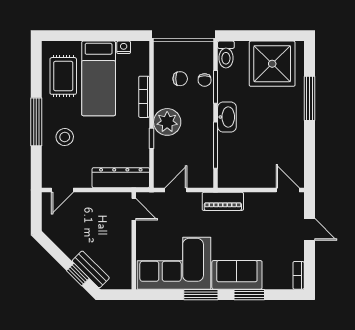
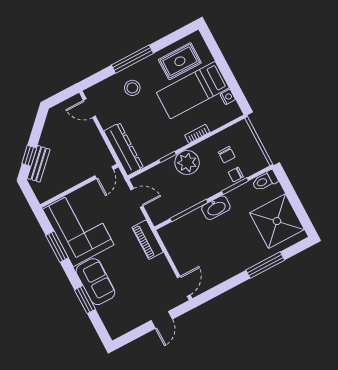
bookcase: (144, 97) -> (197, 134), width x0.64
bookcase: (299, 275) -> (121, 330), removed
window: (201, 295) -> (57, 247), moved

